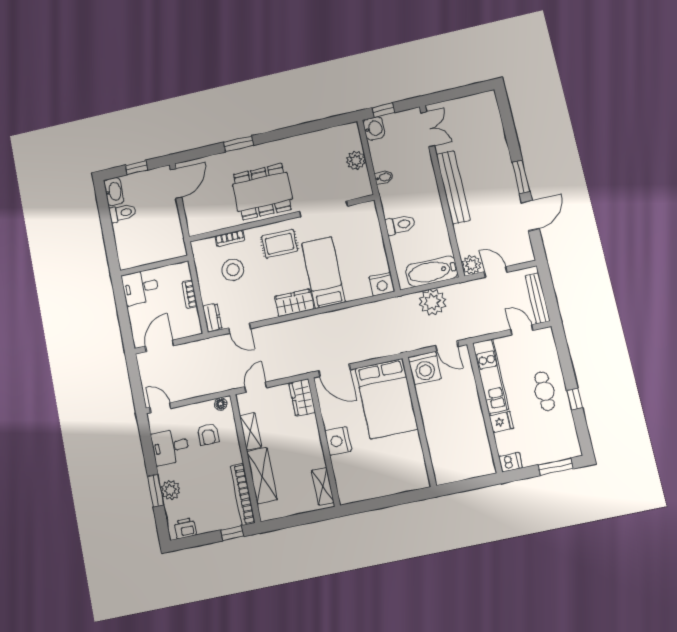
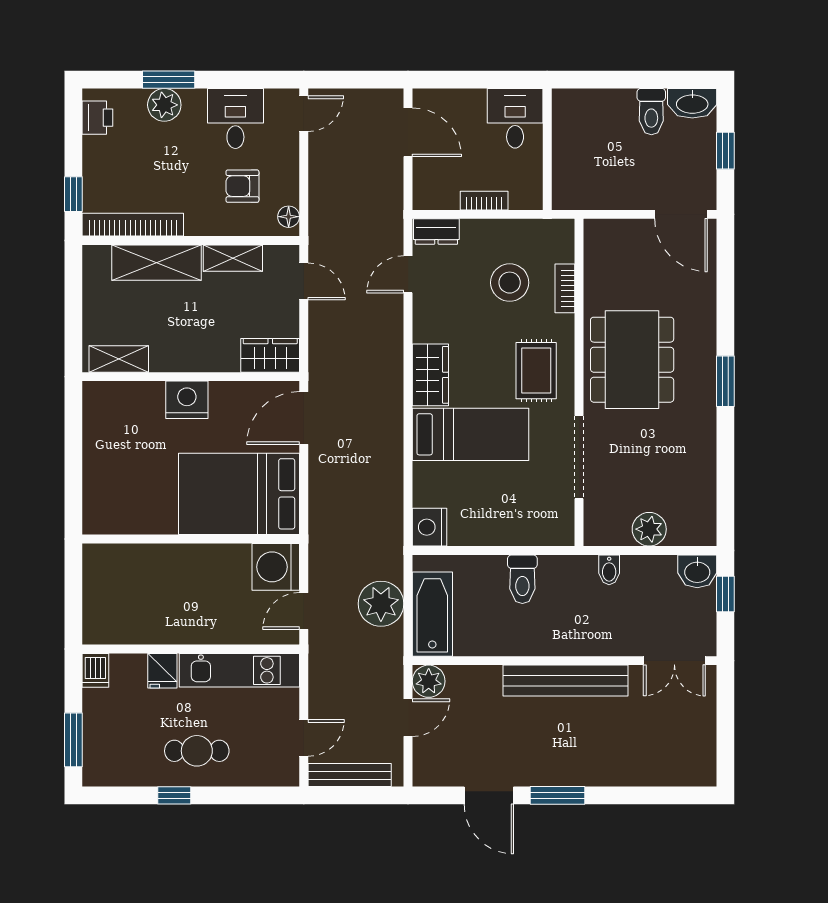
window: (239, 144) -> (725, 381), moved

